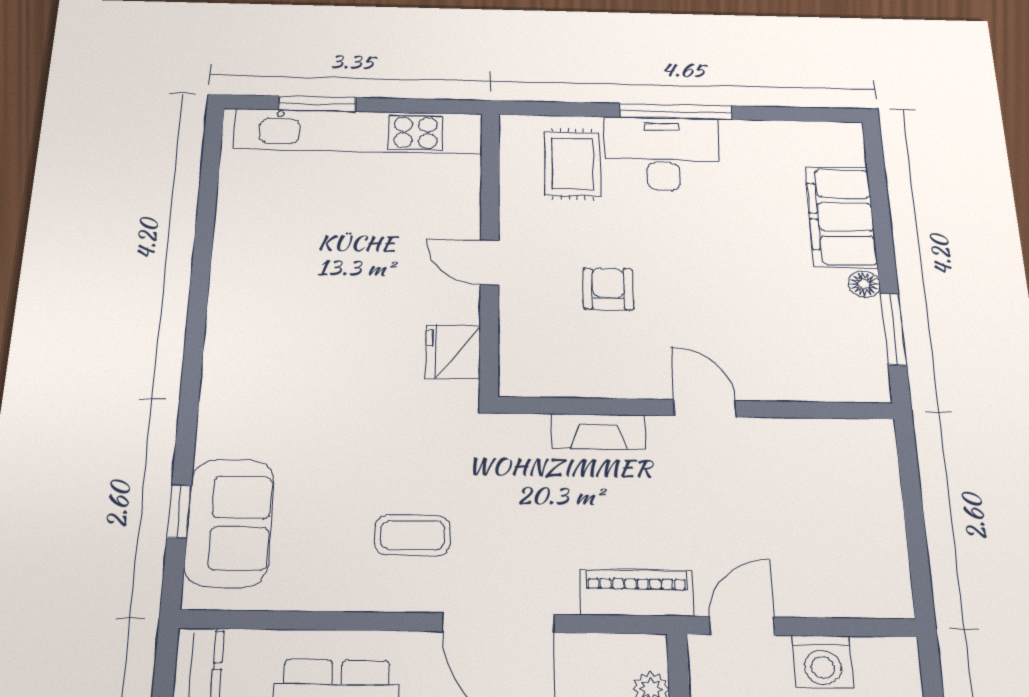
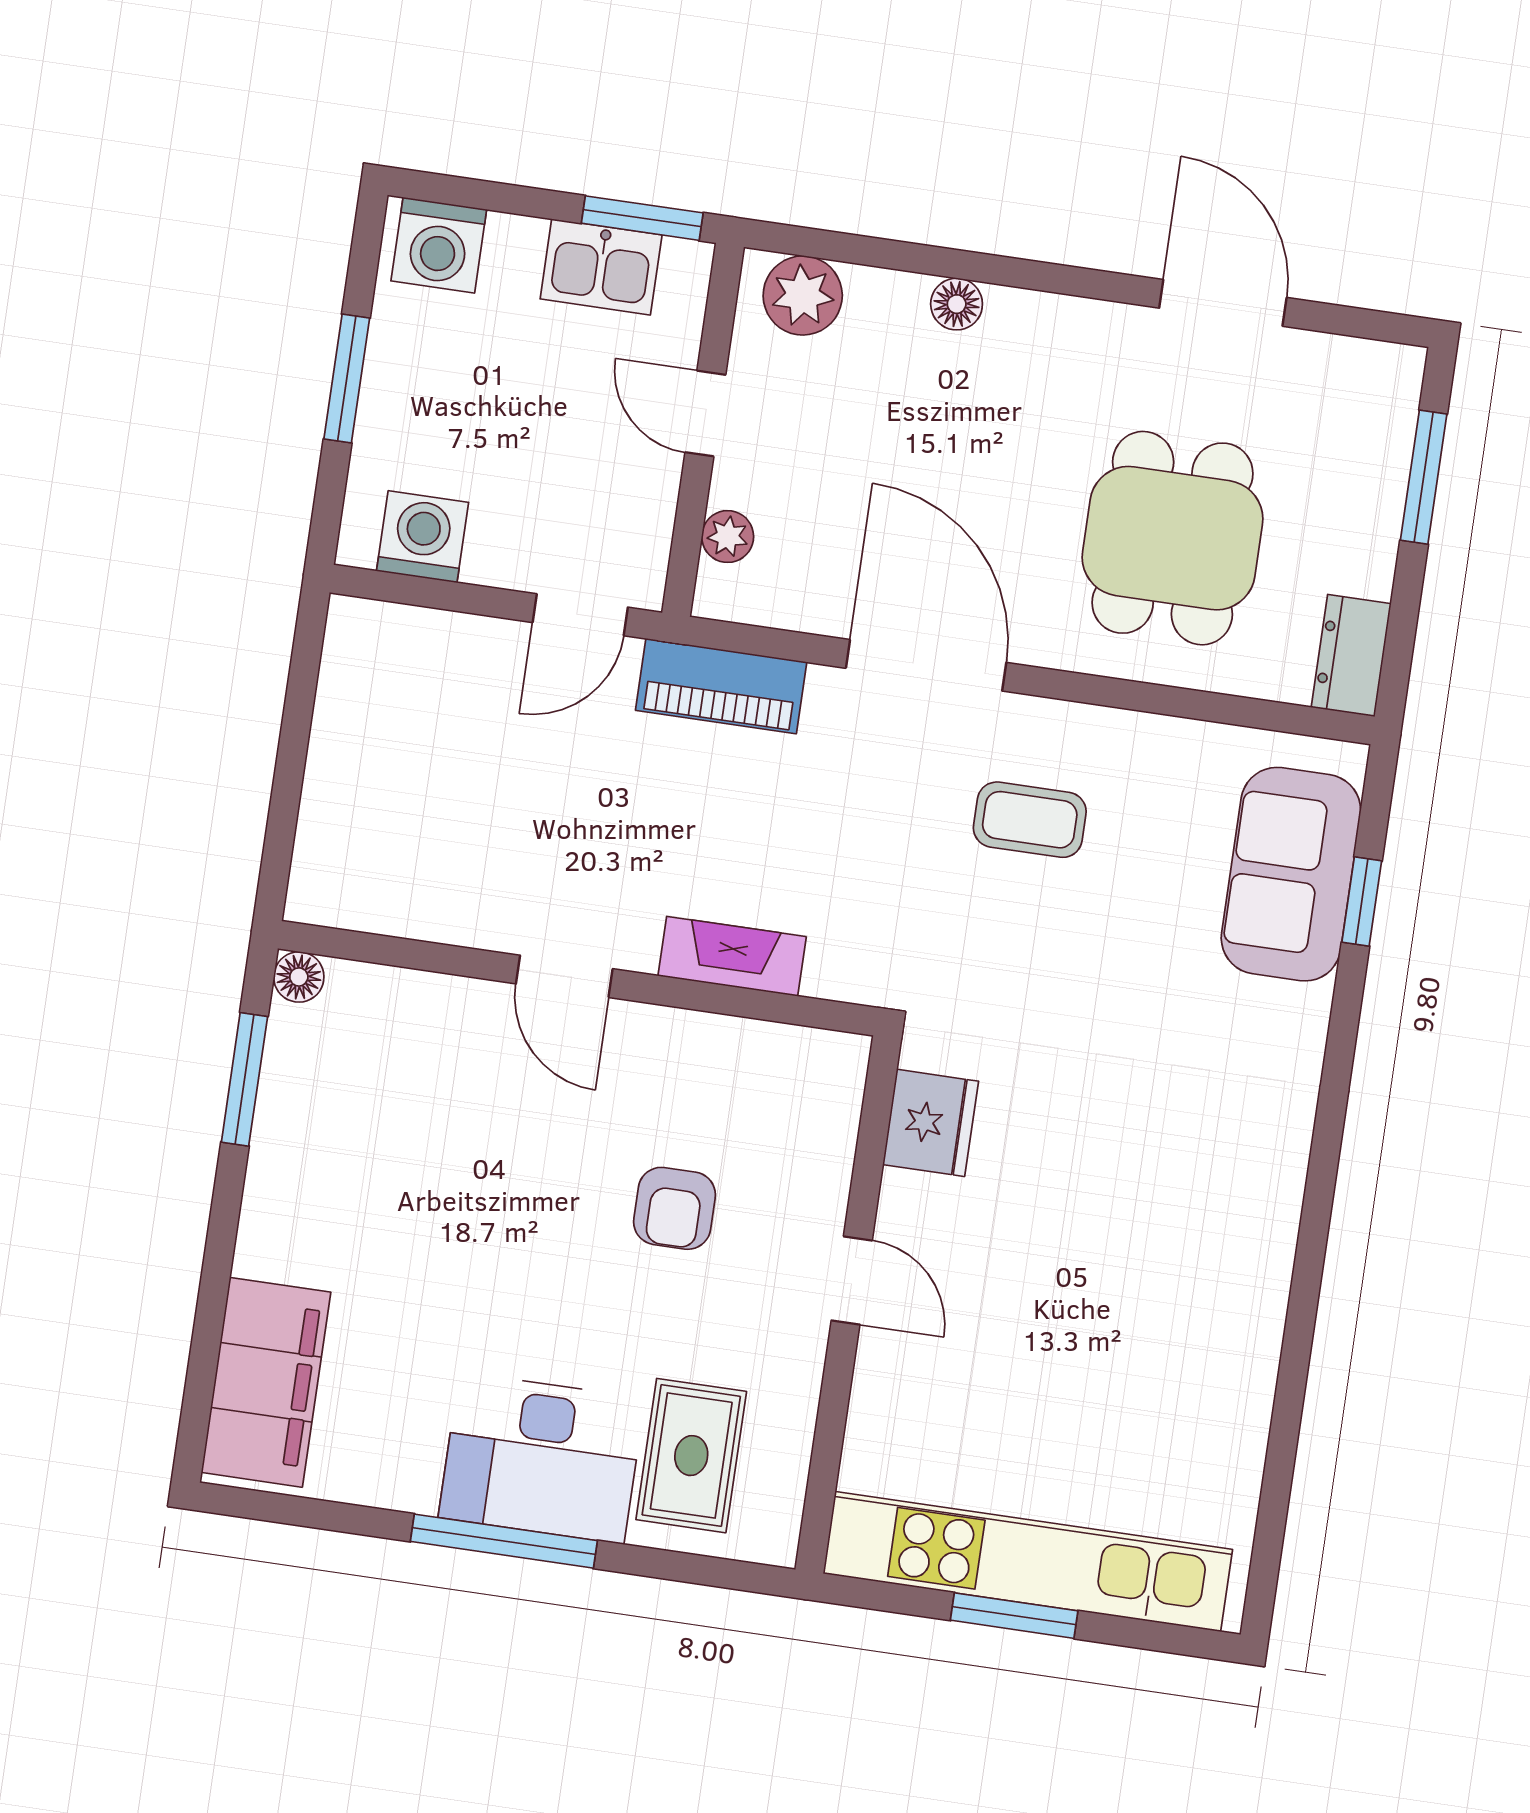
window: (317, 104) -> (1014, 1616), moved
filing cabinet: (841, 217) -> (266, 1382), moved
floor lamp: (864, 284) -> (299, 977), moved
washing machine: (822, 662) -> (423, 537), moved

